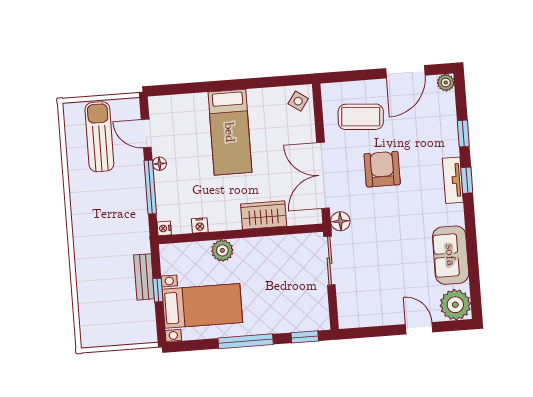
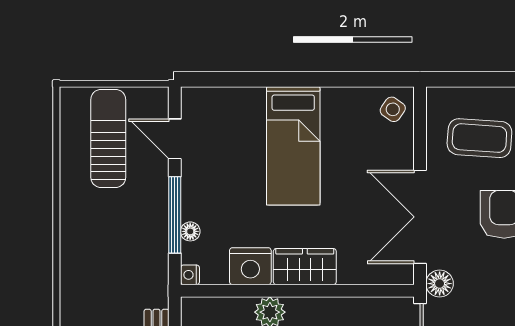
floor lamp: (159, 164) -> (190, 231), moved
wardrobe: (264, 215) -> (305, 267), moved
nightstand: (200, 225) -> (250, 266), width x1.89, depth x1.79

